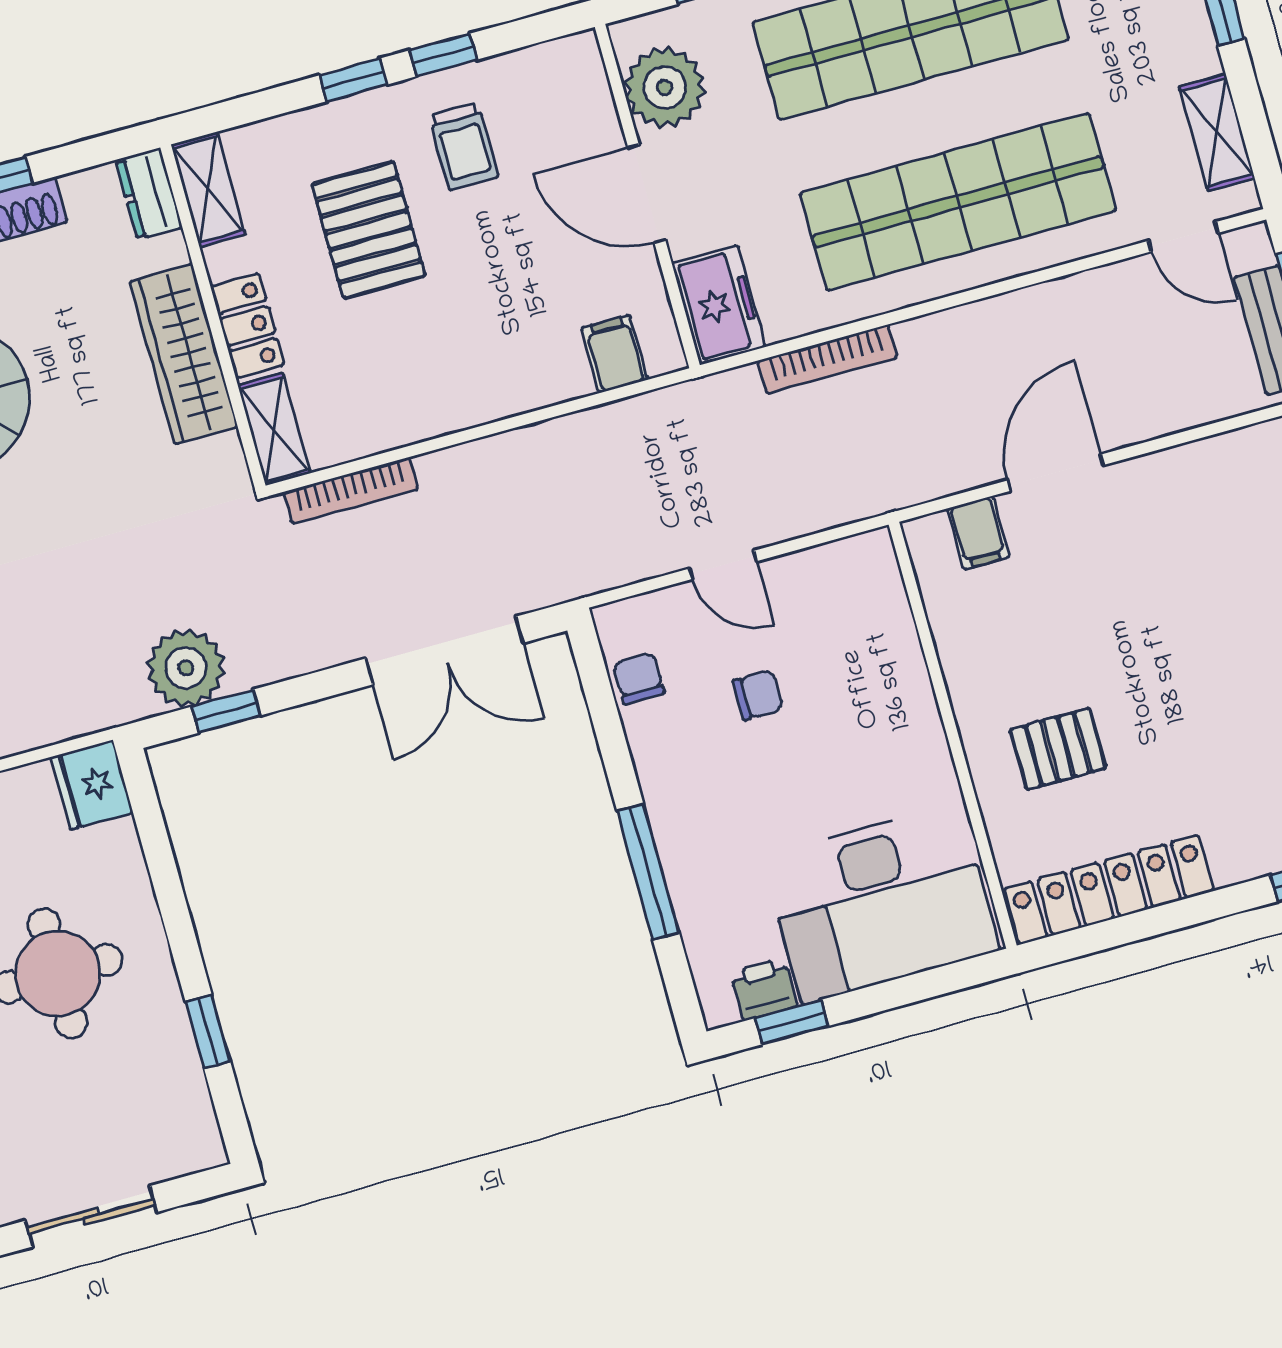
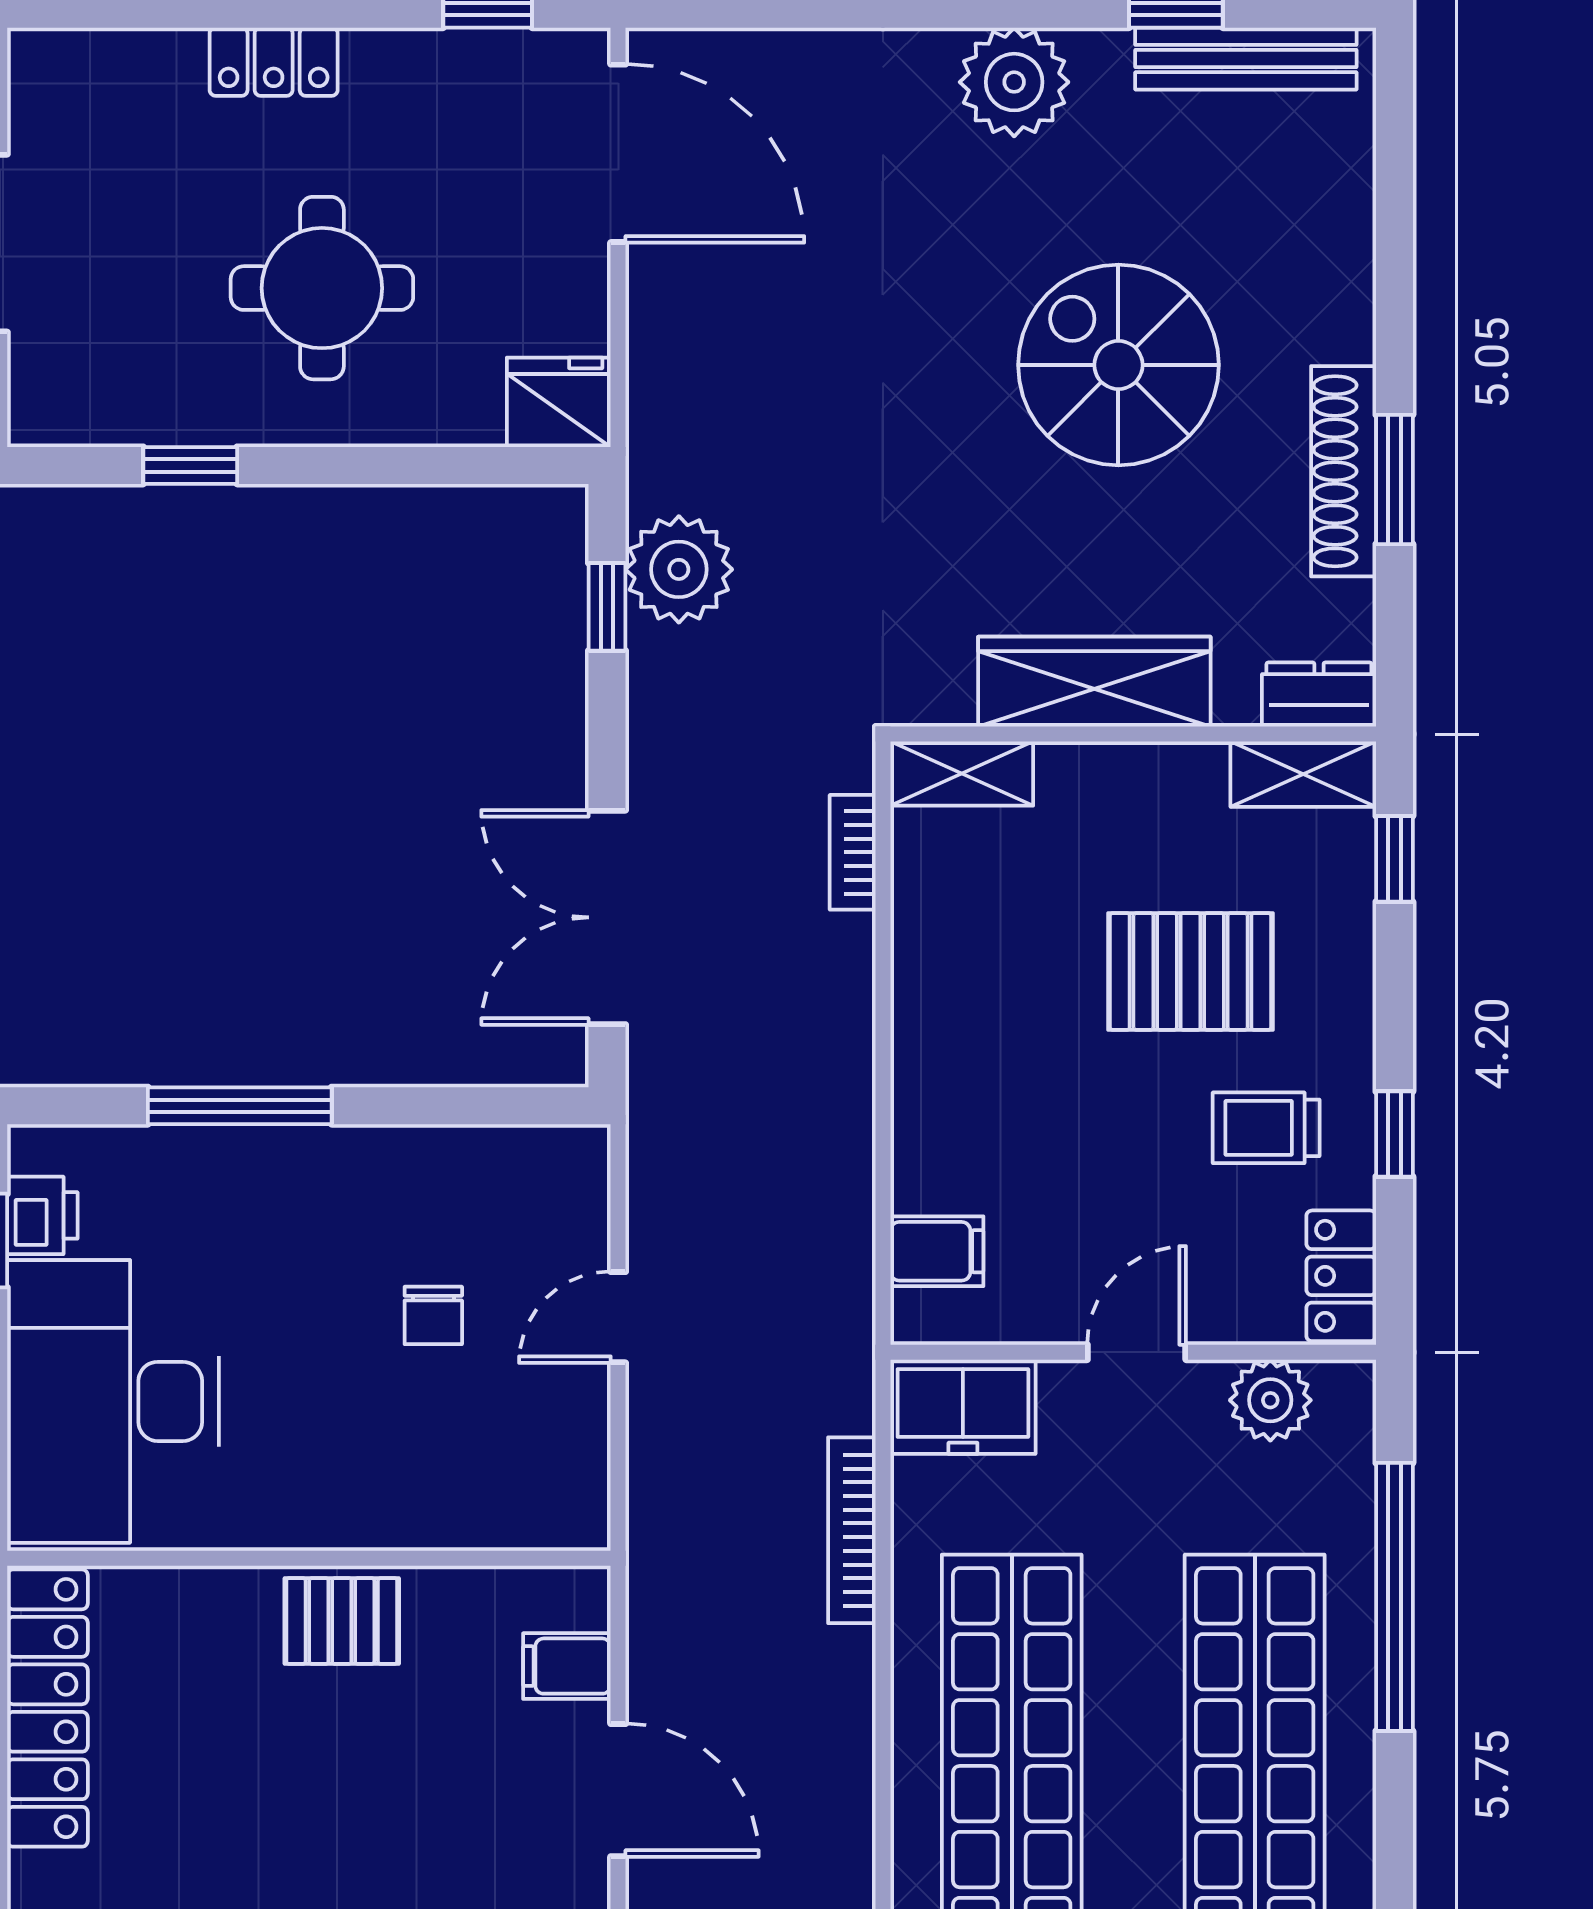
window: (353, 80) -> (1394, 859), moved
plant: (665, 88) -> (1270, 1400), width x0.73, depth x0.73
door: (647, 194) -> (1137, 1352), width x0.73
locker: (247, 326) -> (1341, 1276), moved, turned 90
bookcase: (351, 491) -> (853, 852), width x0.64
chair: (639, 679) -> (499, 1164), removed
pallet: (1058, 749) -> (342, 1621), moved, turned 90

